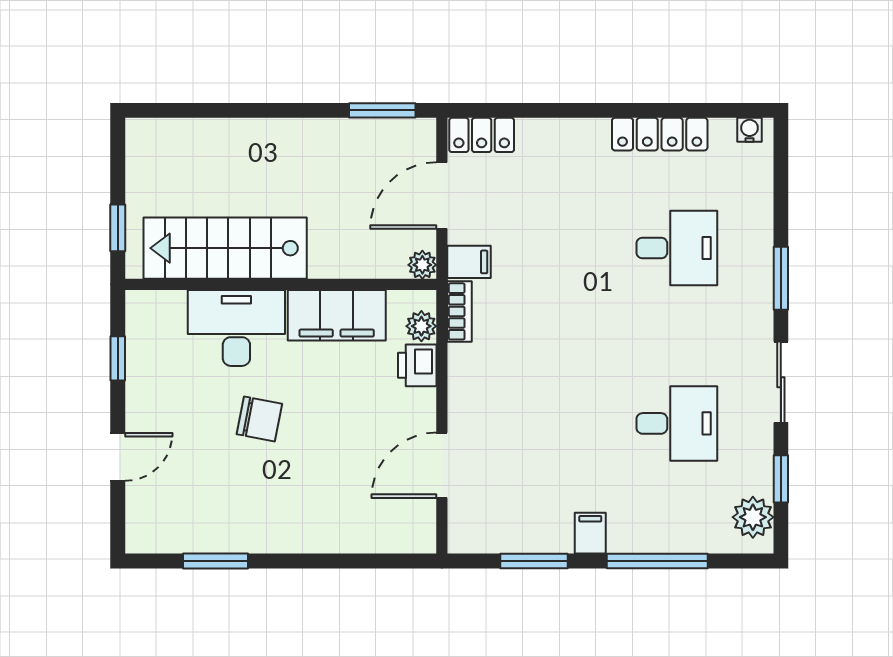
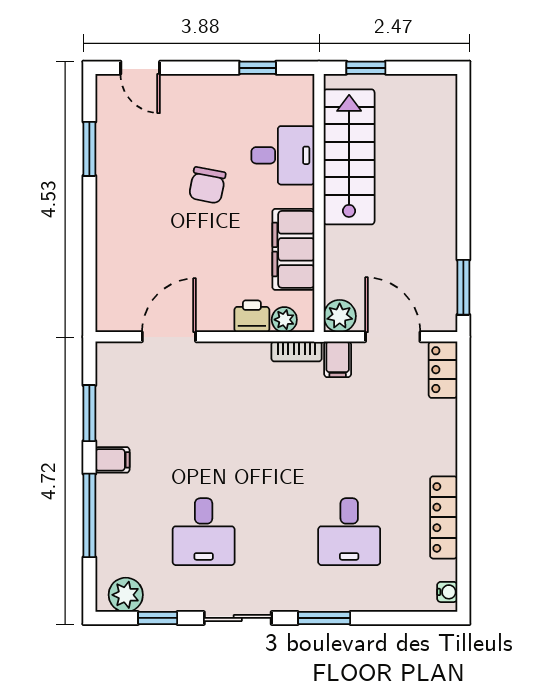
plant: (422, 265) -> (340, 316), width x1.38, depth x1.38
desk: (236, 328) -> (283, 155), width x0.73
door: (118, 457) -> (140, 68), moved
door: (442, 465) -> (169, 337), hinge flipped

